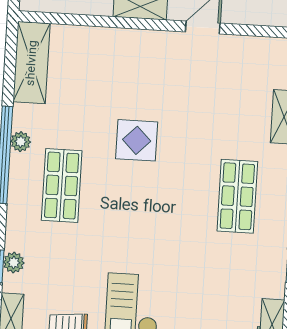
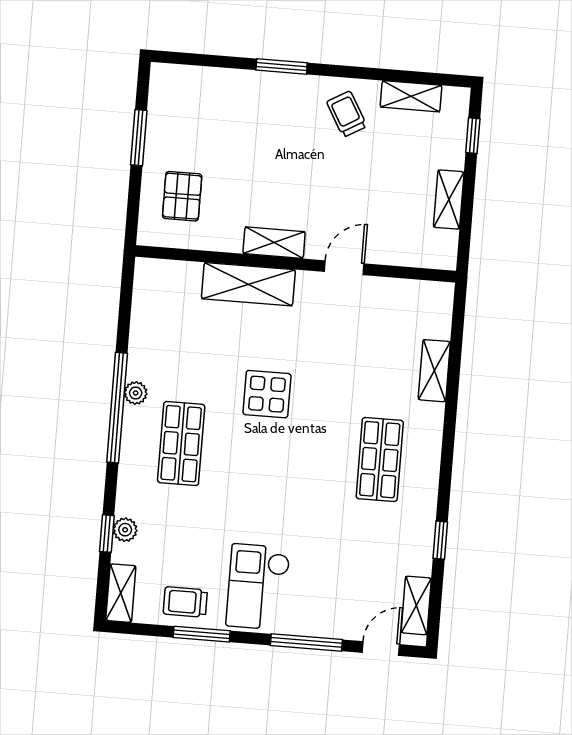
shelving: (31, 63) -> (248, 284), moved, turned 90

